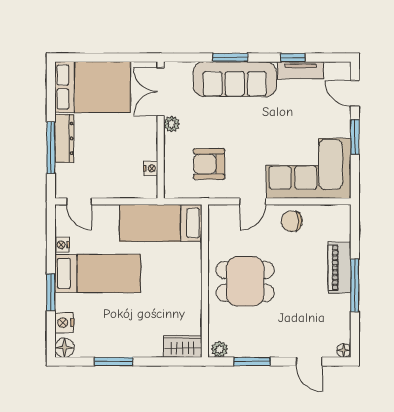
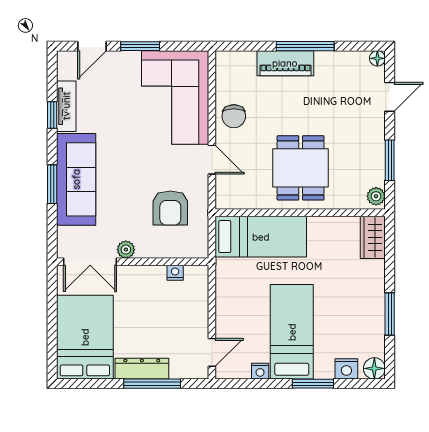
bed: (161, 223) -> (261, 237), moved, turned -90

